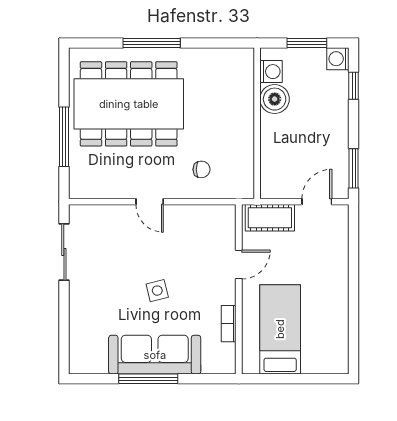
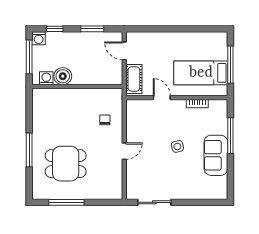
window: (307, 43) -> (29, 57), width x1.44
dining table: (129, 104) -> (66, 164), width x0.53, depth x0.80
window: (64, 137) -> (66, 202), moved
window: (354, 168) -> (92, 29), moved
sofa: (155, 355) -> (216, 155), width x0.73
window: (148, 379) -> (230, 136), moved
window: (294, 379) -> (230, 65), added

